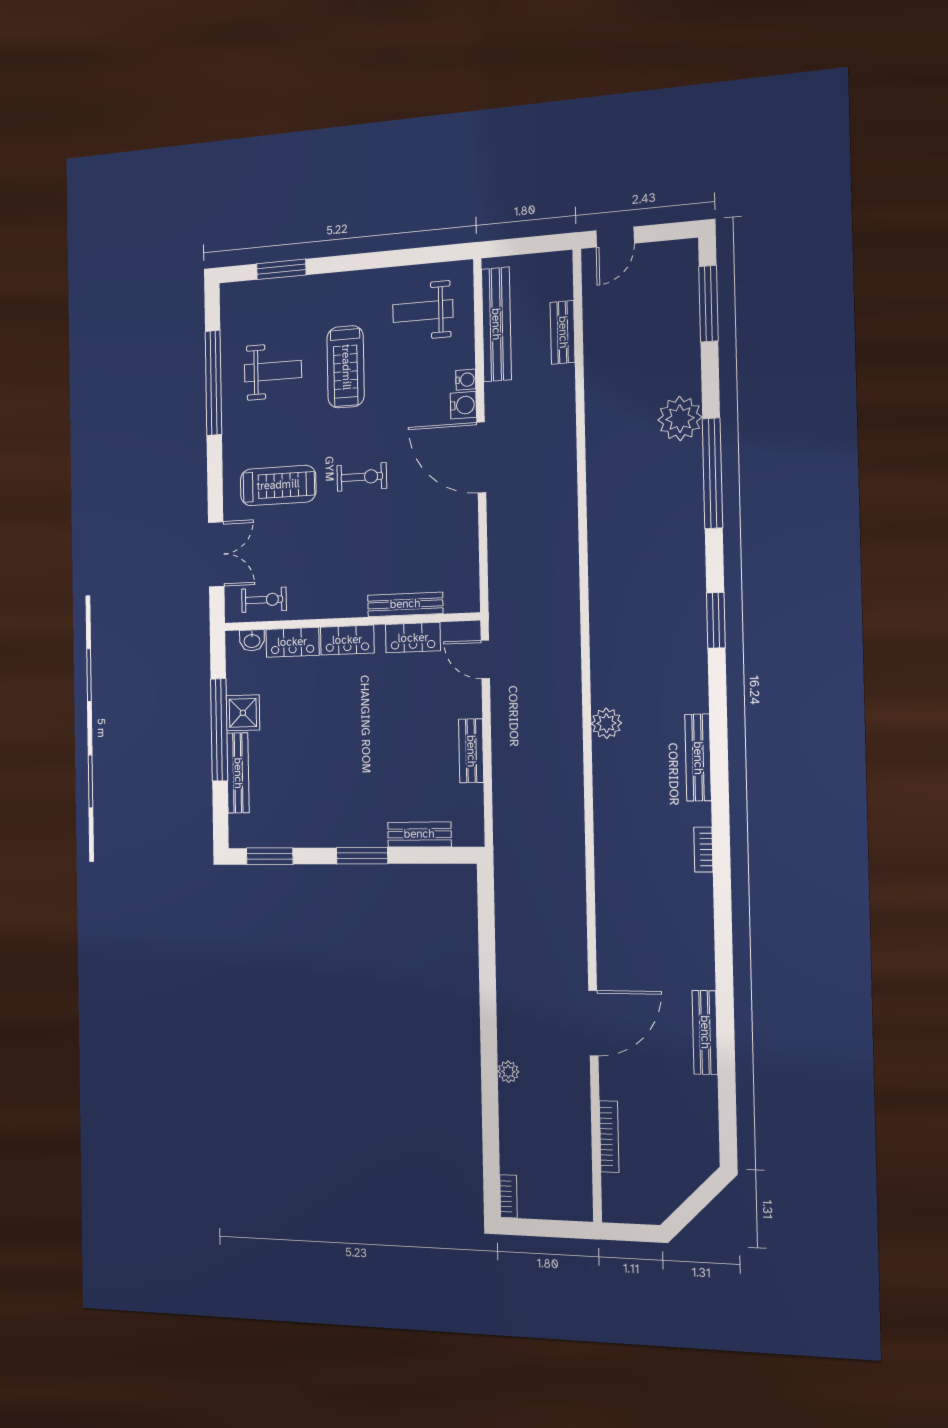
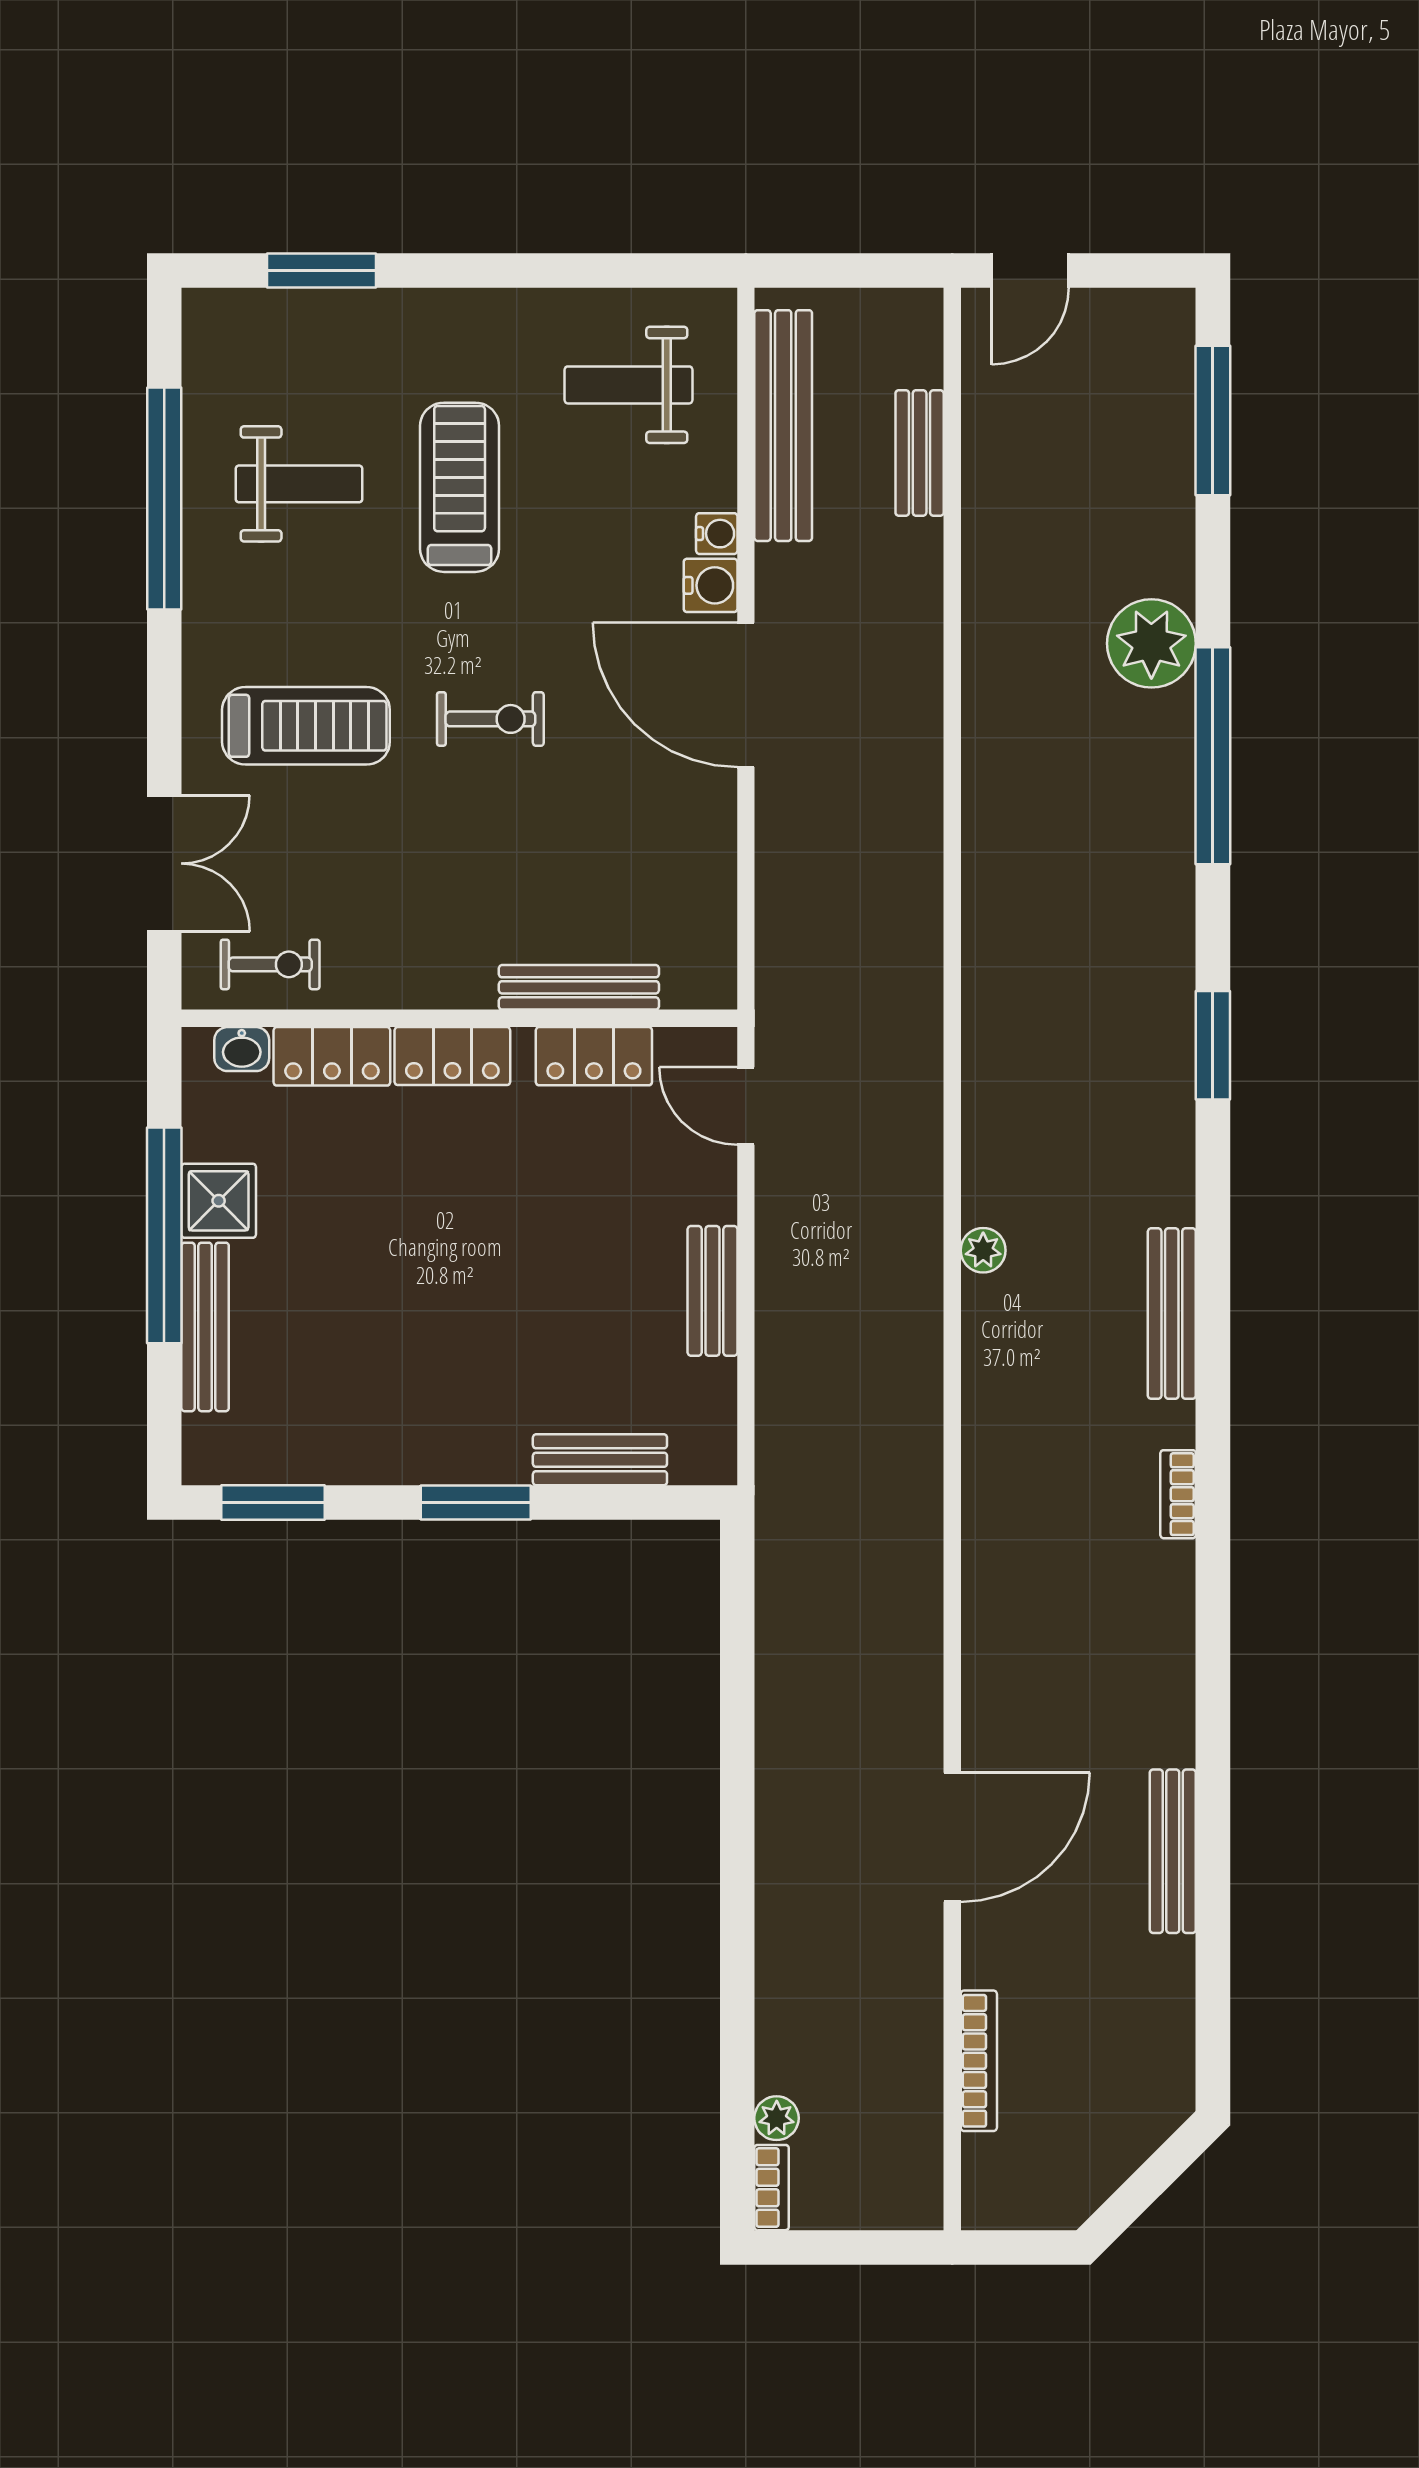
treadmill: (346, 367) -> (460, 487), turned 180
plant: (606, 723) -> (983, 1250), width x0.73, depth x0.73
plant: (508, 1072) -> (777, 2118), moved

